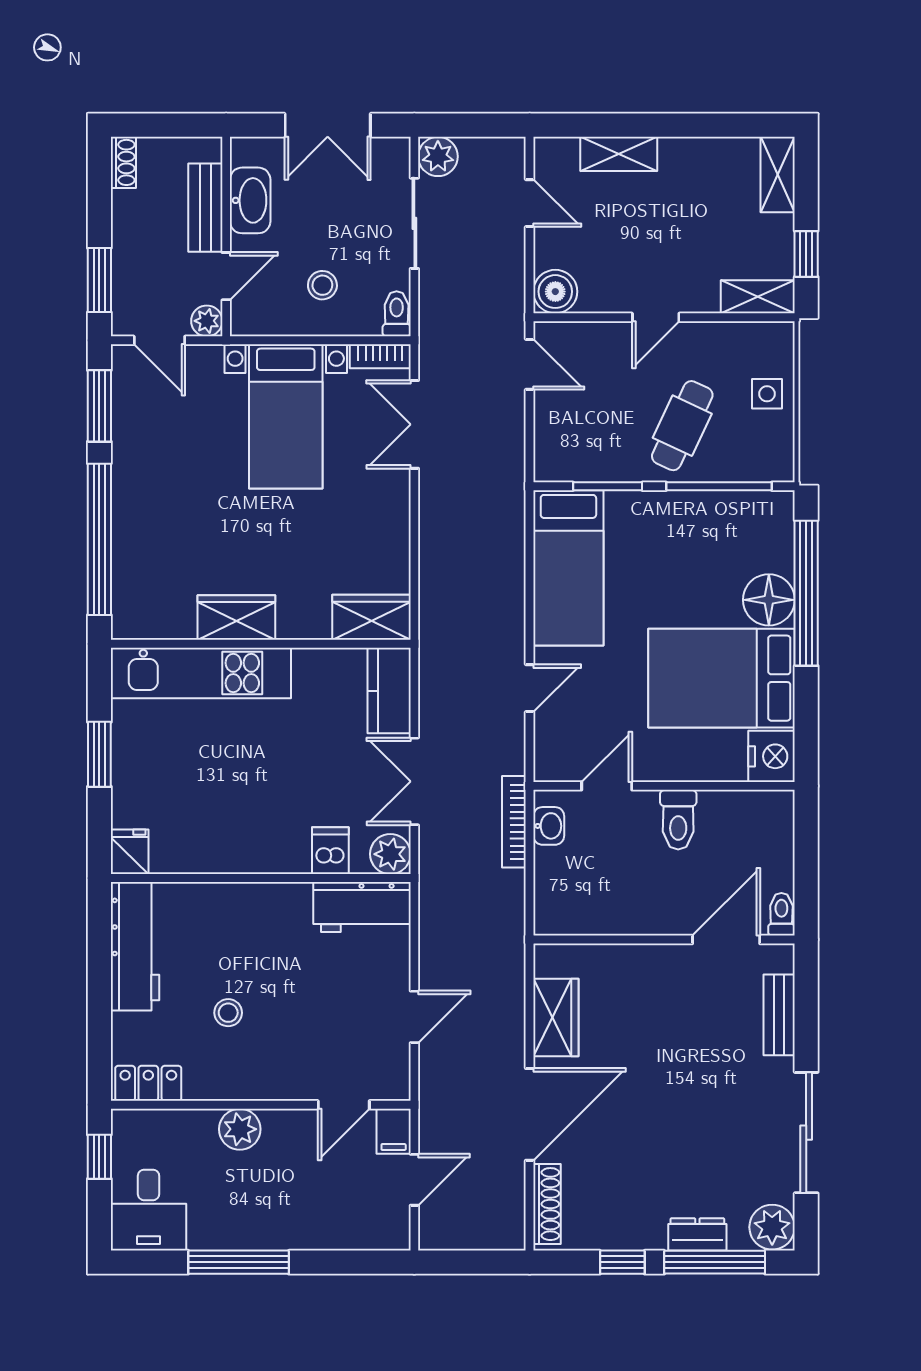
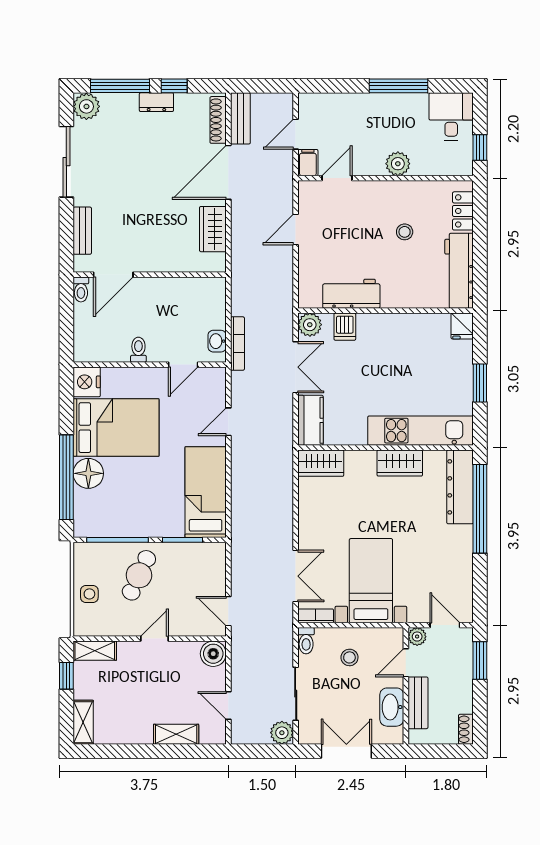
window: (99, 406) -> (480, 587), removed
dresser: (133, 577) -> (460, 487), added
toilet: (678, 820) -> (138, 350), width x0.73, depth x0.72
workbench: (362, 907) -> (351, 294), moved
locker: (148, 1083) -> (463, 211), moved, turned 90
bench: (509, 1207) -> (240, 118), added
dresser: (697, 1234) -> (156, 102), moved

